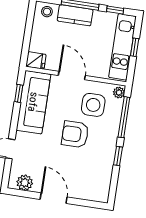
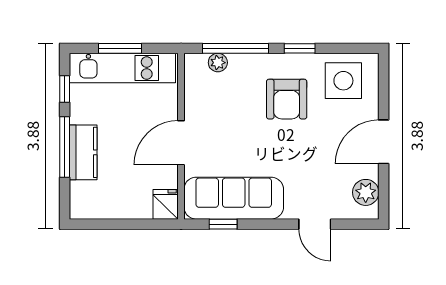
stool: (47, 12) -> (84, 199), removed
window: (135, 47) -> (120, 48), width x1.50
plant: (119, 93) -> (218, 63), moved
side table: (93, 105) -> (343, 81), moved
armchair: (75, 134) -> (287, 99), moved

